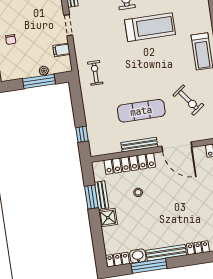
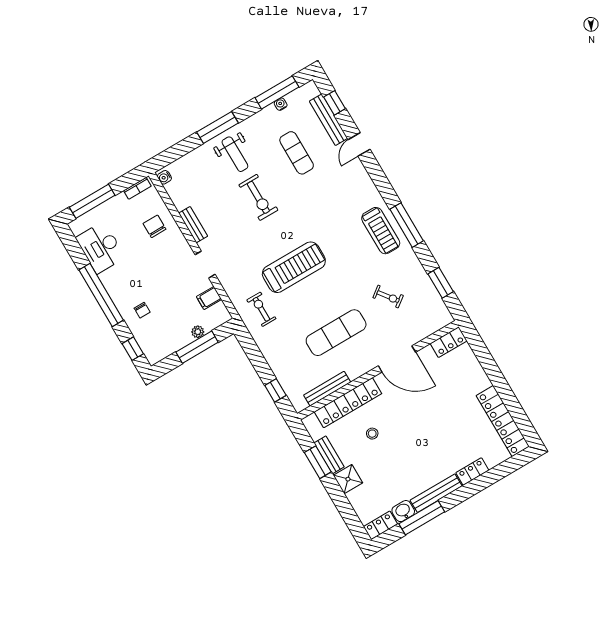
treadmill: (150, 27) -> (294, 267), moved
exercise bike: (188, 100) -> (388, 297), width x0.73, depth x0.72
bench: (139, 145) -> (327, 389), moved

